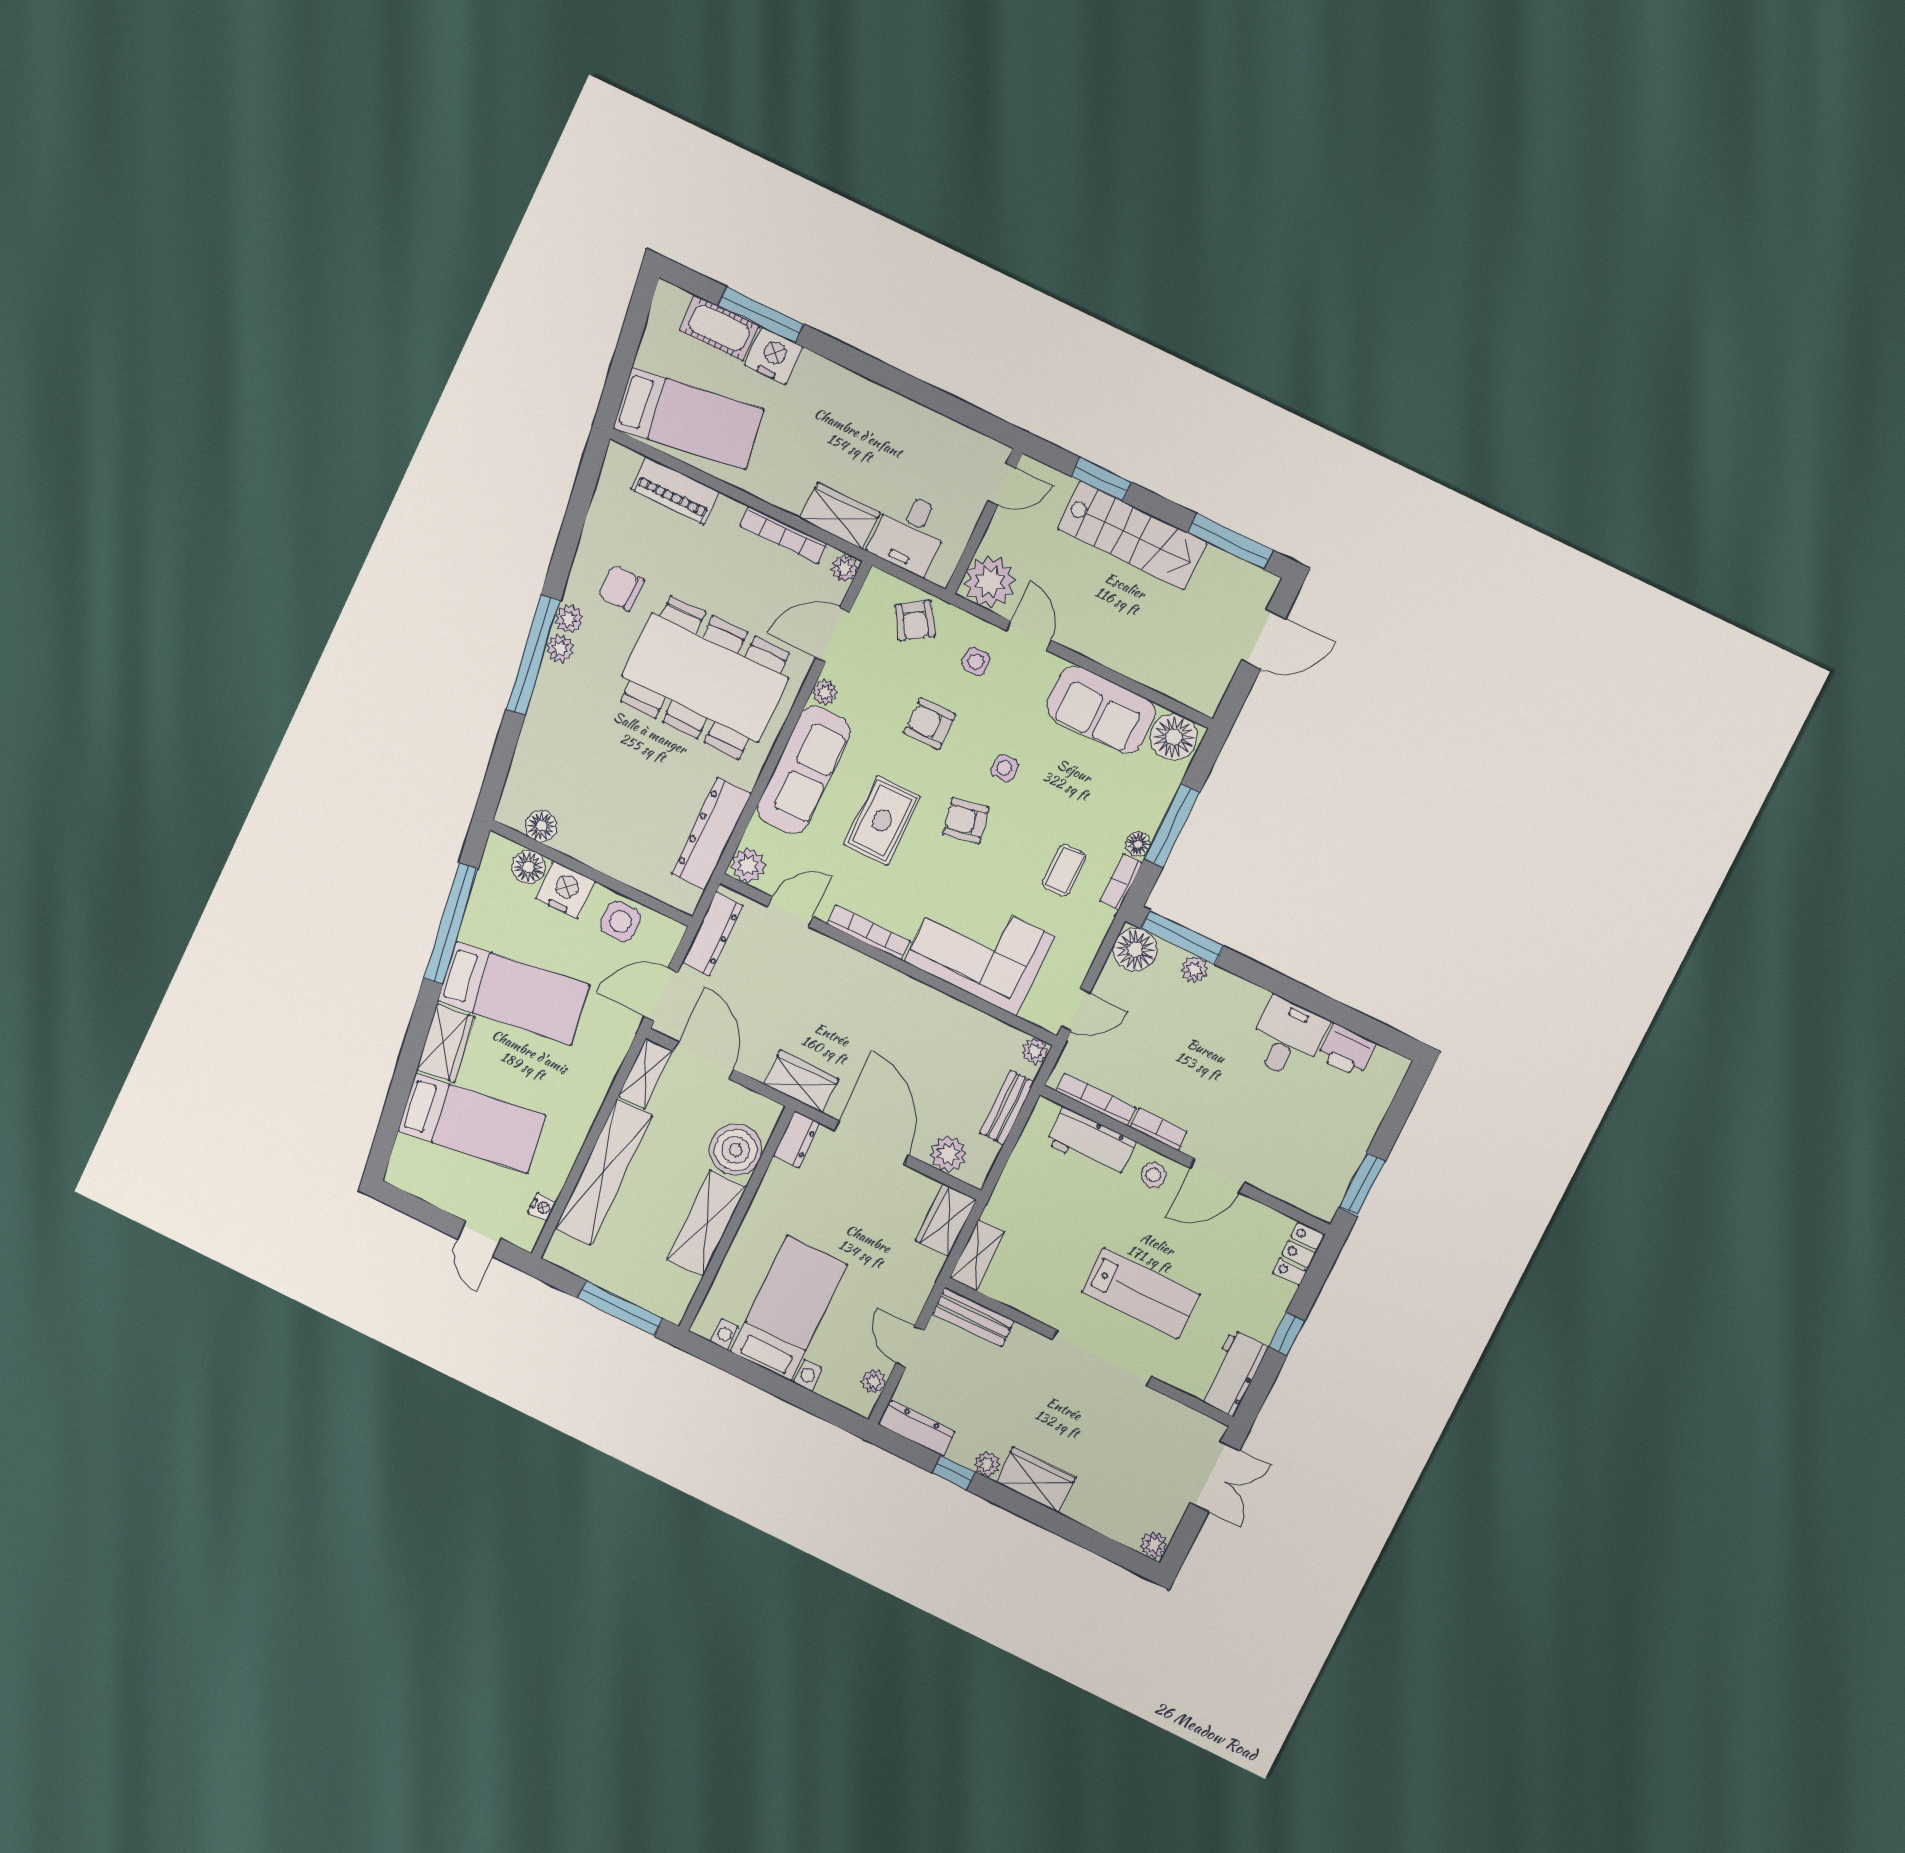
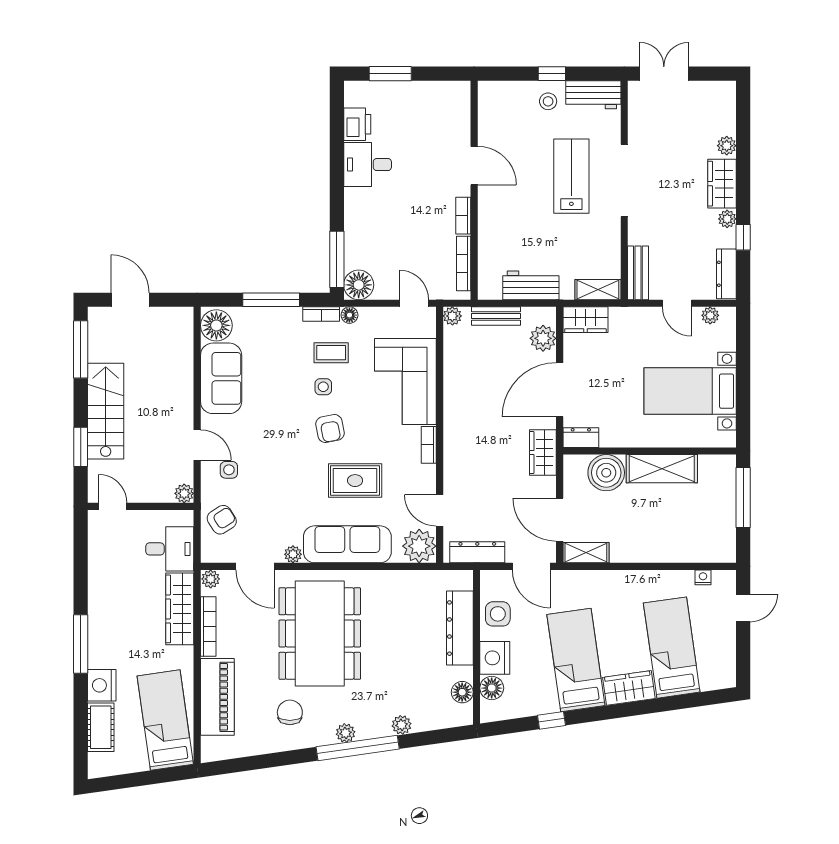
window: (761, 315) -> (81, 644), moved
piano: (675, 490) -> (217, 697), width x1.37, depth x1.33
wardrobe: (840, 516) -> (180, 609), width x1.50
plant: (990, 582) -> (184, 493), width x0.53, depth x0.53
chair: (621, 588) -> (290, 712), turned 180
plant: (569, 619) -> (402, 725), moved
door: (1029, 636) -> (197, 445), swing flipped
armchair: (930, 724) -> (281, 480), removed
side table: (1005, 768) -> (323, 387), moved
dresser: (711, 834) -> (460, 628), moved, turned 90
floor lamp: (1138, 844) -> (349, 315), moved
plant: (748, 866) -> (419, 546), width x1.36, depth x1.36
window: (451, 924) -> (551, 720), width x0.32
bookcase: (868, 932) -> (429, 445), width x0.64
plant: (1194, 969) -> (353, 242), removed
door: (704, 1060) -> (560, 520), hinge flipped
workbench: (1091, 1142) -> (531, 285), moved, turned -90
shelving: (604, 1172) -> (661, 549), removed
stool: (1153, 1175) -> (548, 101), moved
window: (1362, 1184) -> (390, 74), moved
locker: (1299, 1254) -> (498, 91), removed
door: (910, 1347) -> (677, 303), hinge flipped
plant: (1154, 1545) -> (727, 146), moved

